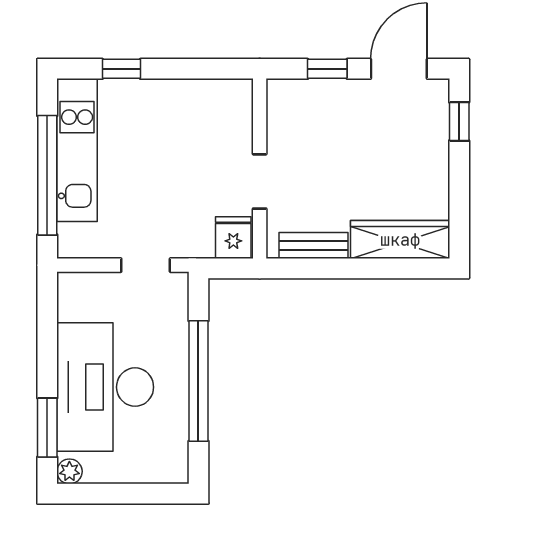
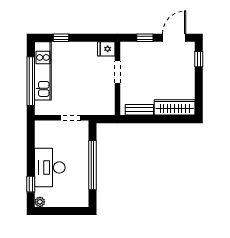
doorway: (260, 181) -> (117, 72), moved
fridge: (233, 238) -> (106, 49), moved, turned -90
desk: (105, 387) -> (50, 167), width x0.73, depth x0.77
window: (47, 428) -> (31, 184), width x0.67

